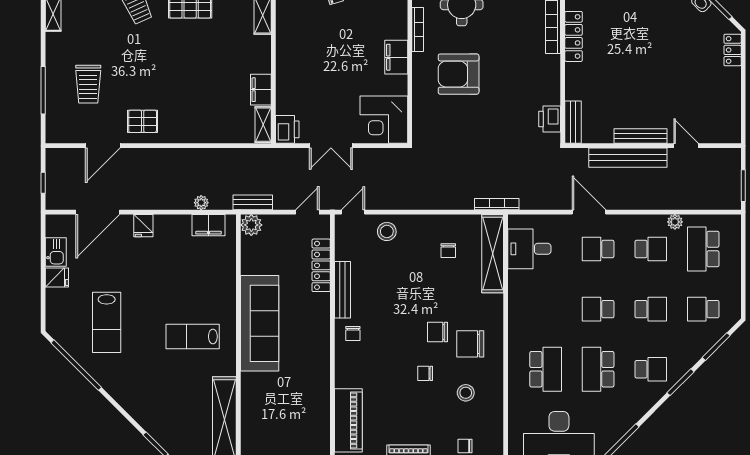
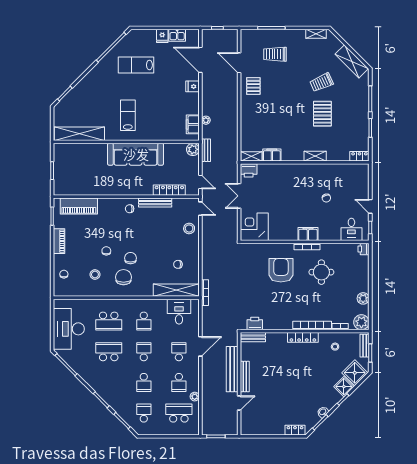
filing cabinet: (396, 57) -> (308, 234), moved
school desk: (651, 369) -> (144, 321), moved

